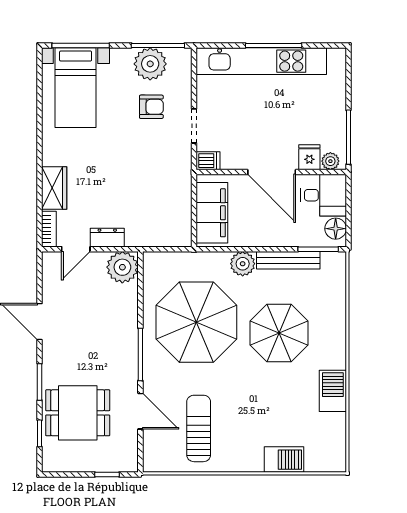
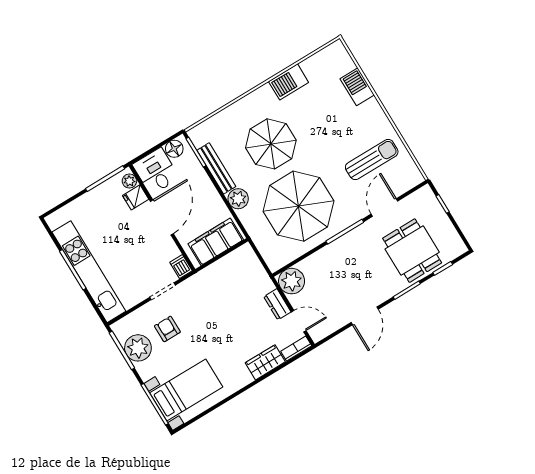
sun lounger: (199, 428) -> (372, 160), turned 180

